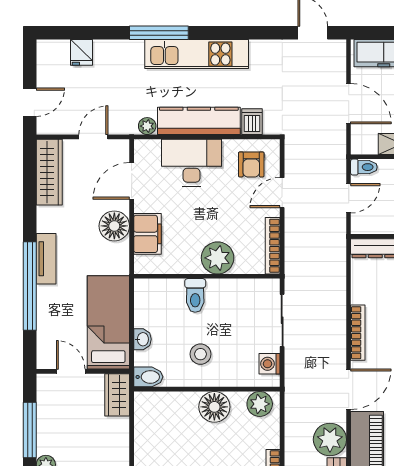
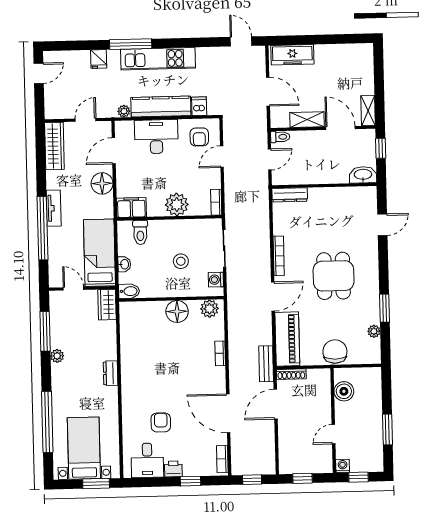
fridge: (81, 52) -> (99, 59), moved
door: (30, 102) -> (39, 73), moved
filing cabinet: (147, 234) -> (131, 207), moved, turned -90
bookcase: (273, 246) -> (216, 202), width x0.64
toilet: (195, 295) -> (140, 232), moved
stool: (201, 354) -> (181, 261), moved
plant: (330, 440) -> (260, 333), removed

